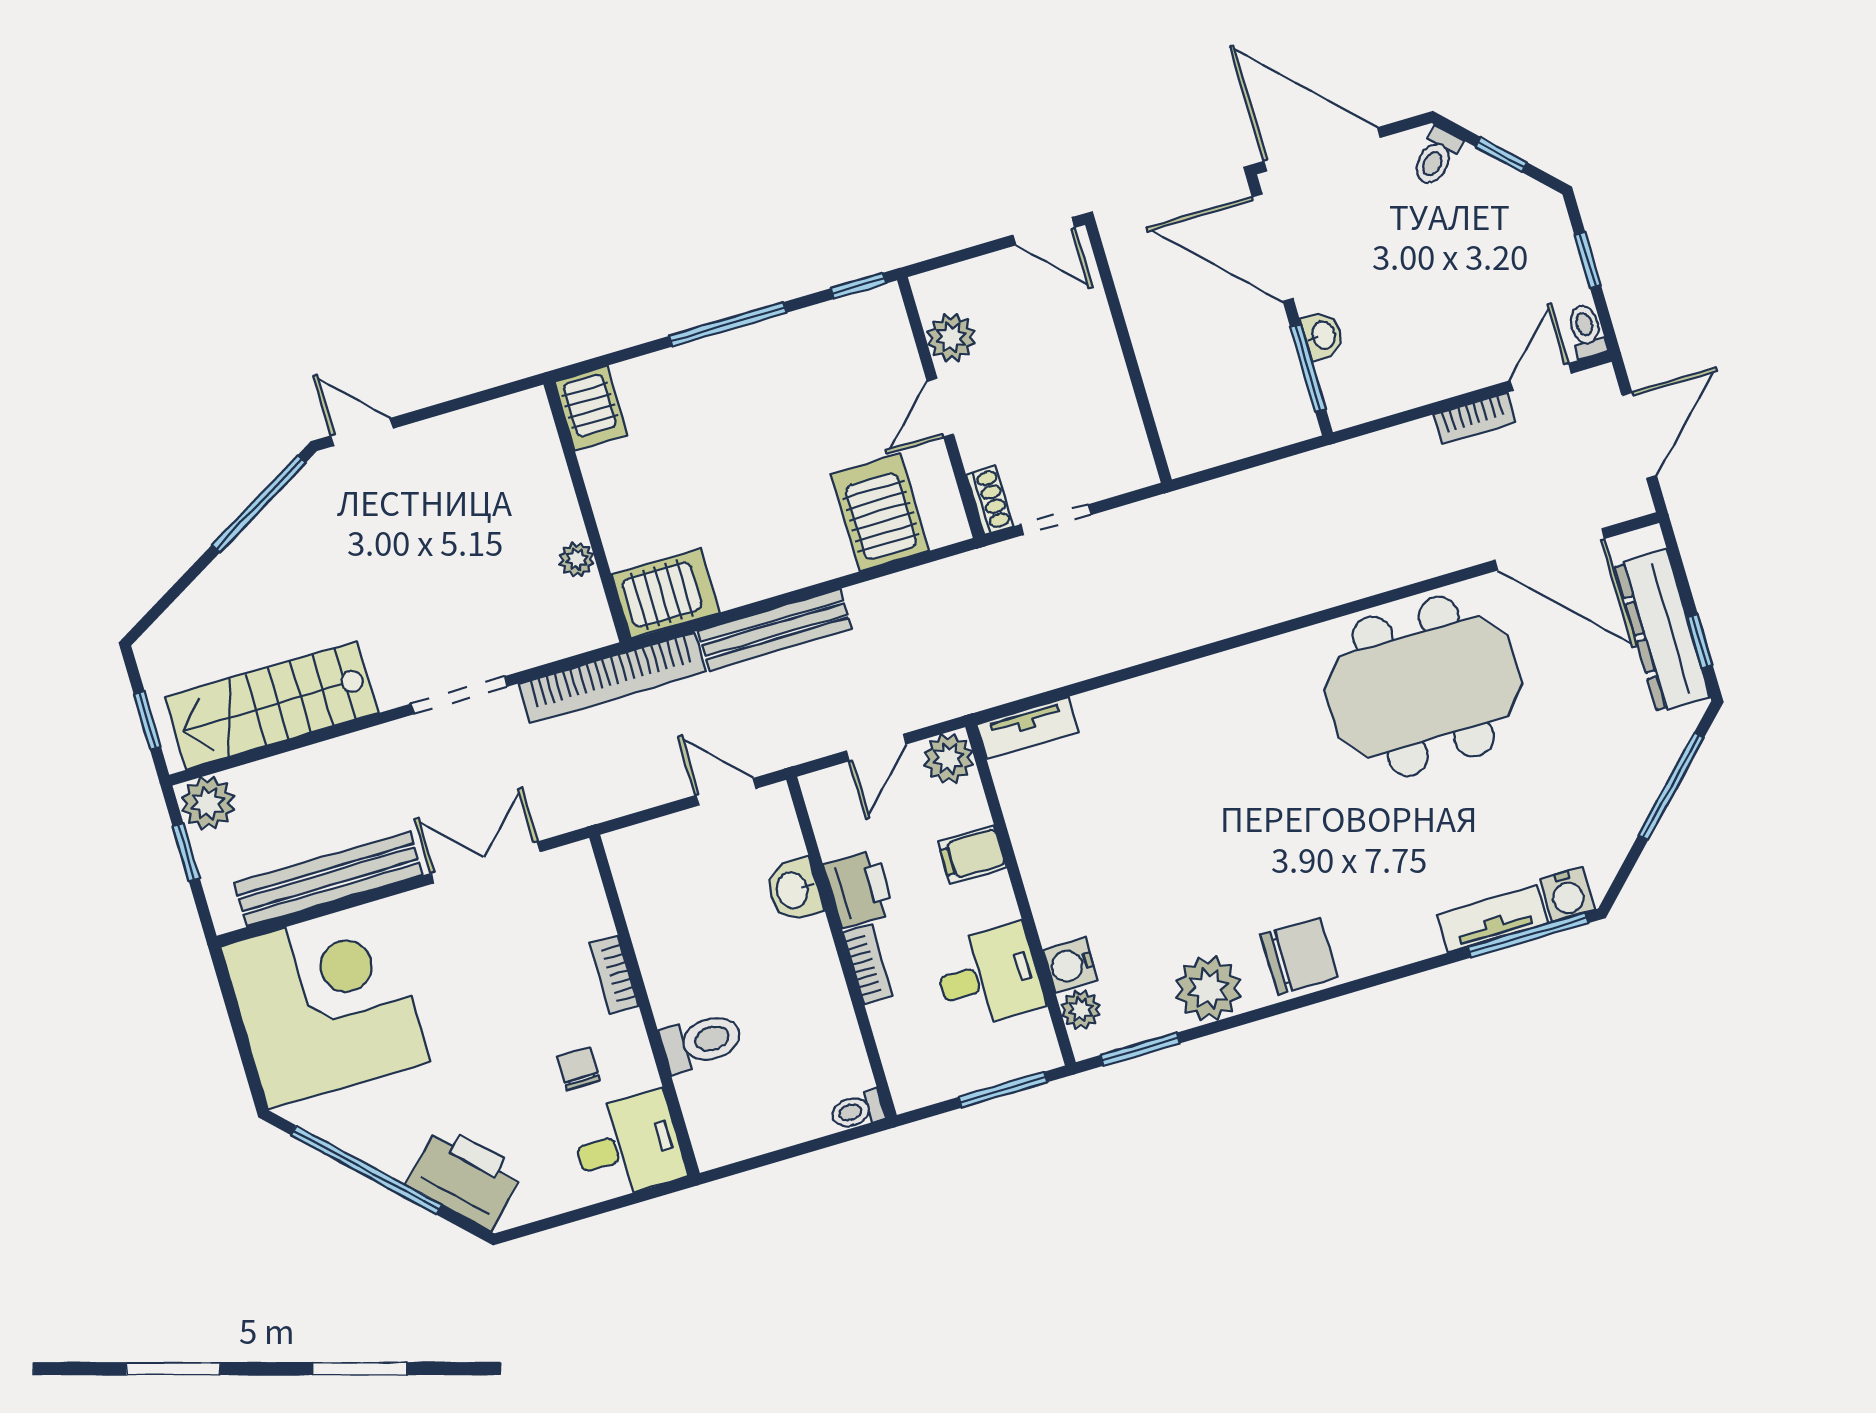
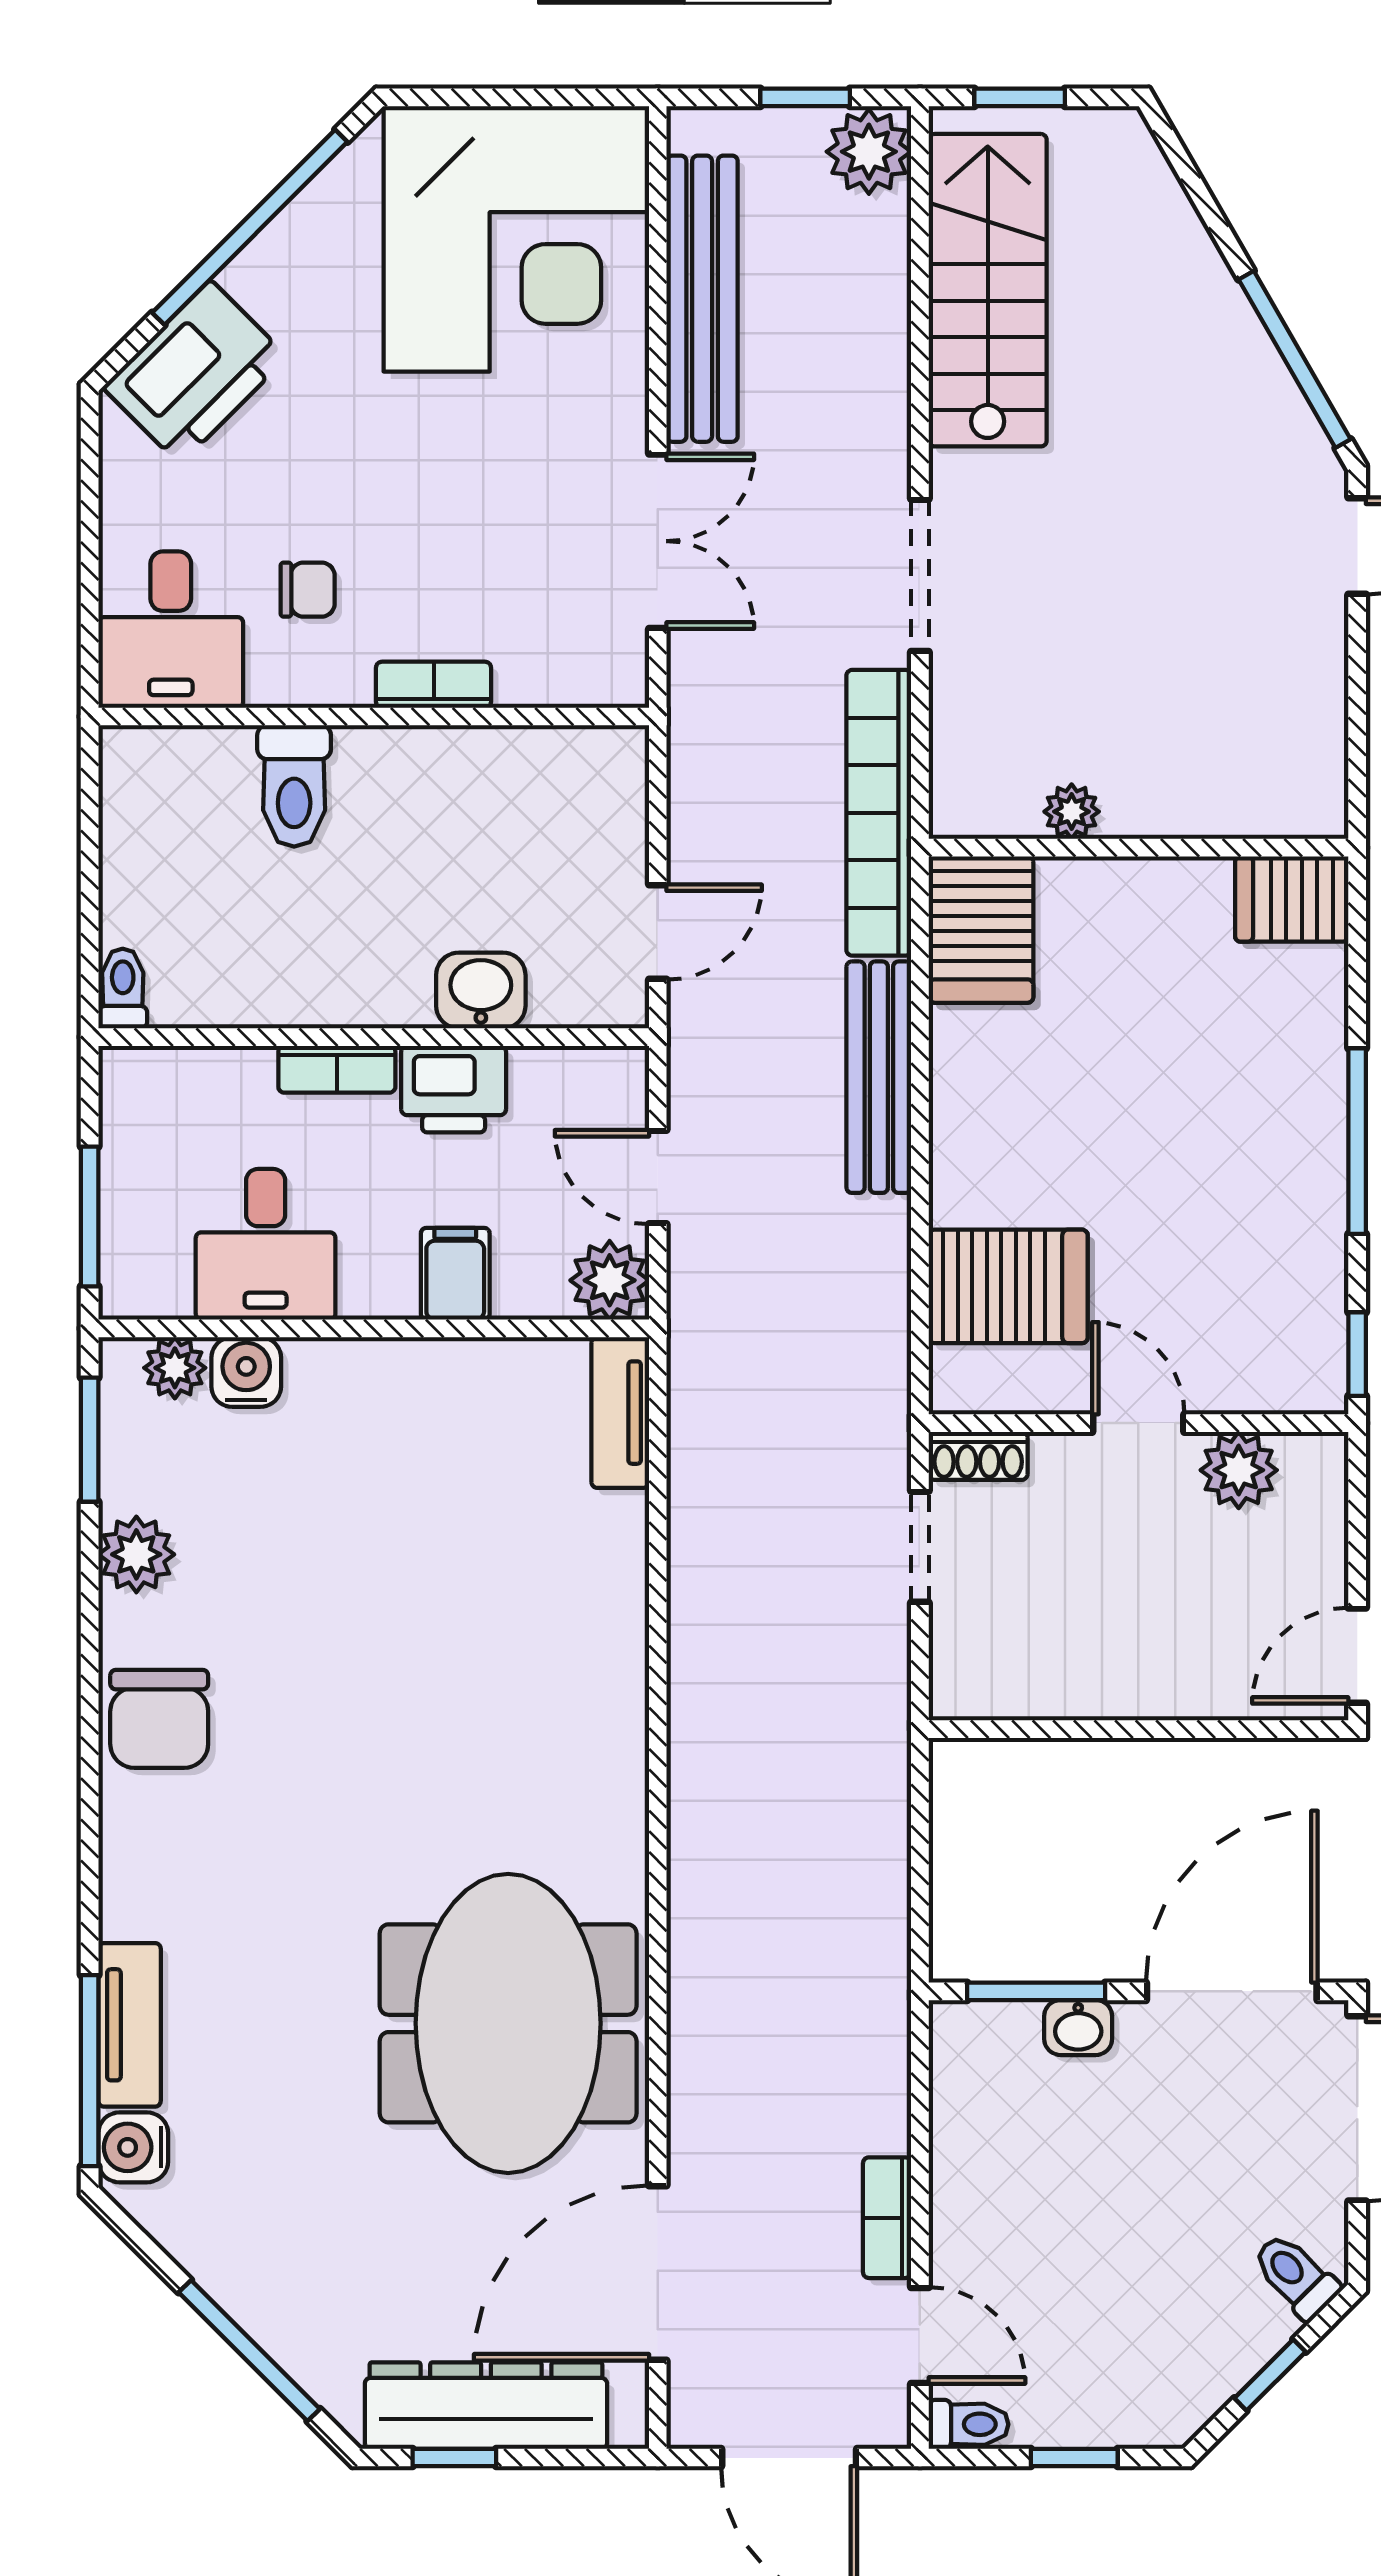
plant: (1208, 989) -> (136, 1554), width x0.73, depth x0.73

